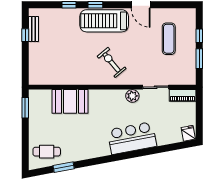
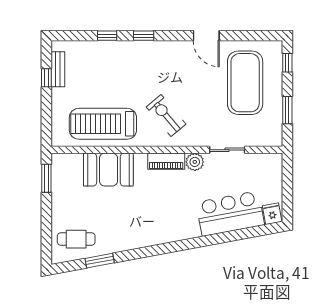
treadmill: (104, 21) -> (103, 124), moved
window: (199, 36) -> (287, 63), moved
exercise mat: (169, 39) -> (245, 83), width x2.00, depth x1.45
piano: (183, 95) -> (166, 161), moved
bar counter: (132, 138) -> (230, 214), moved

